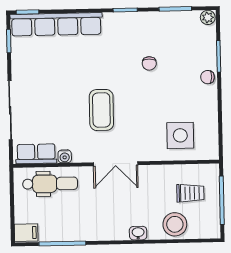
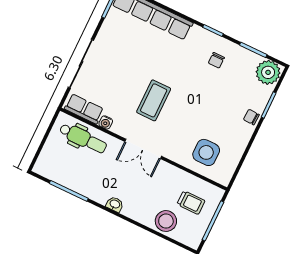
plant: (208, 17) -> (268, 72), width x1.87, depth x1.87
chair: (149, 63) -> (216, 60), moved
filing cabinet: (26, 233) -> (44, 168), removed
washbasin: (138, 233) -> (115, 204), moved

